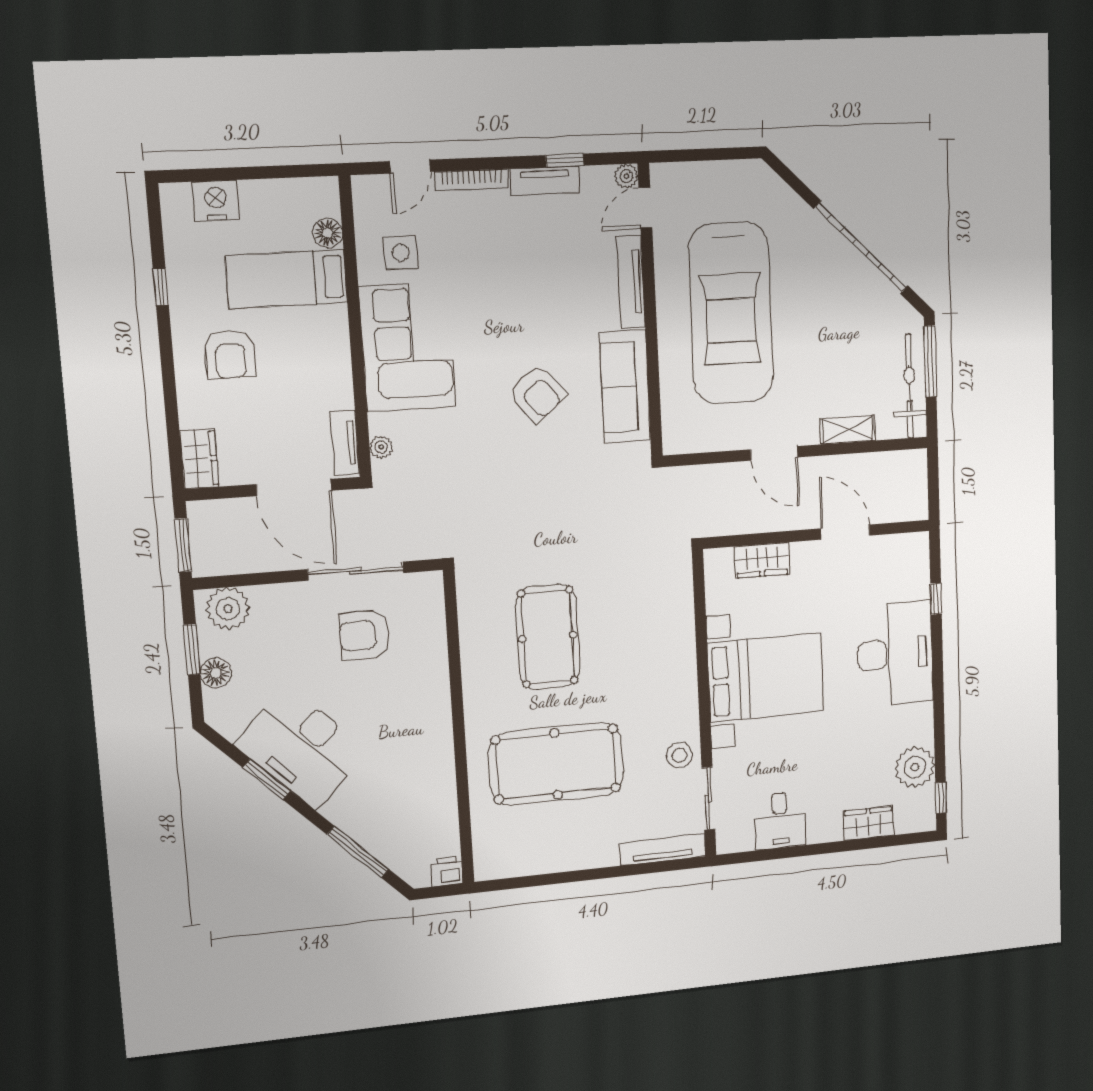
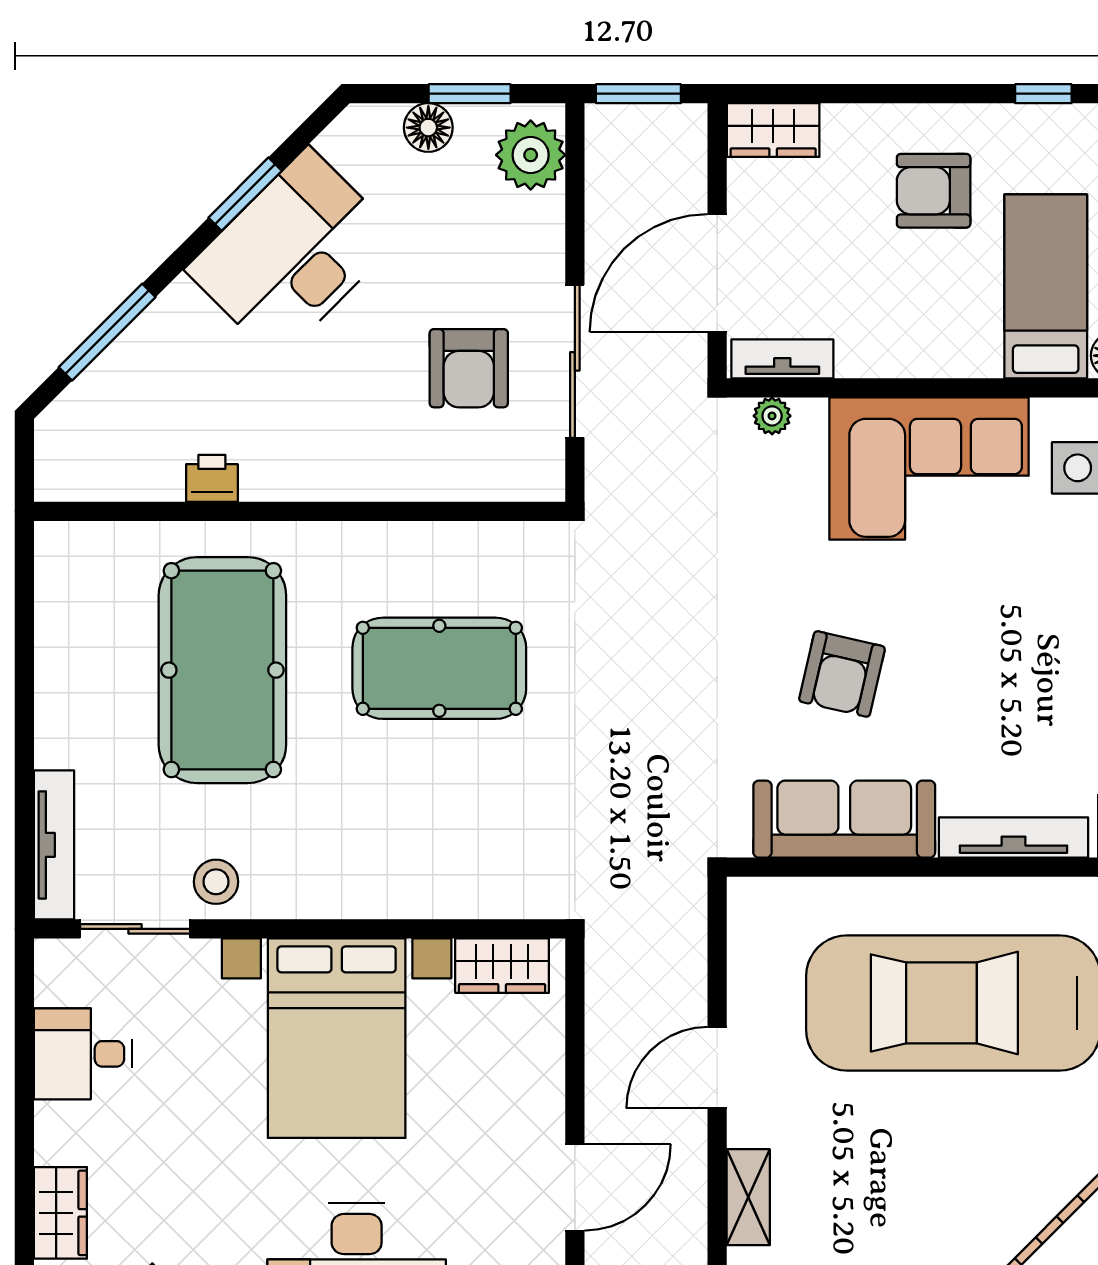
armchair: (538, 393) -> (842, 674), turned -38
wardrobe: (762, 560) -> (502, 966), moved, turned -90
armchair: (365, 635) -> (469, 368), turned 180
printer: (447, 871) -> (212, 478), moved, turned -90

